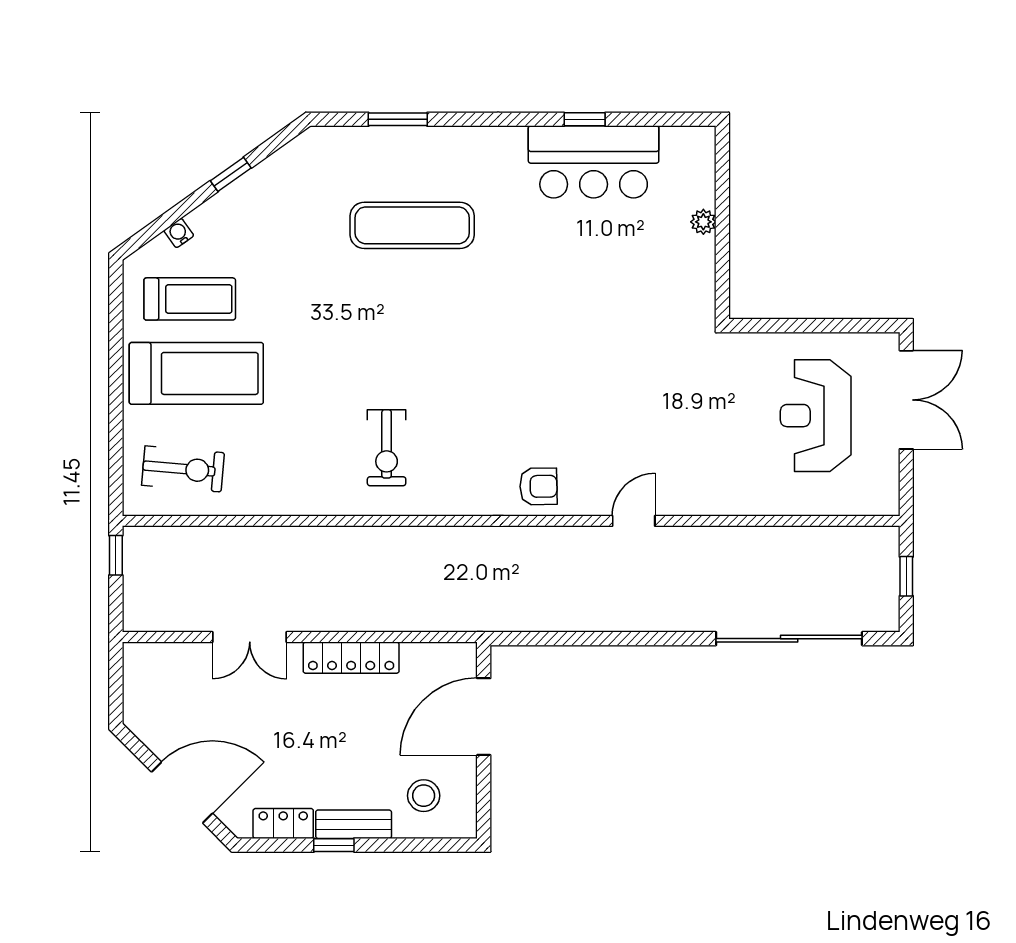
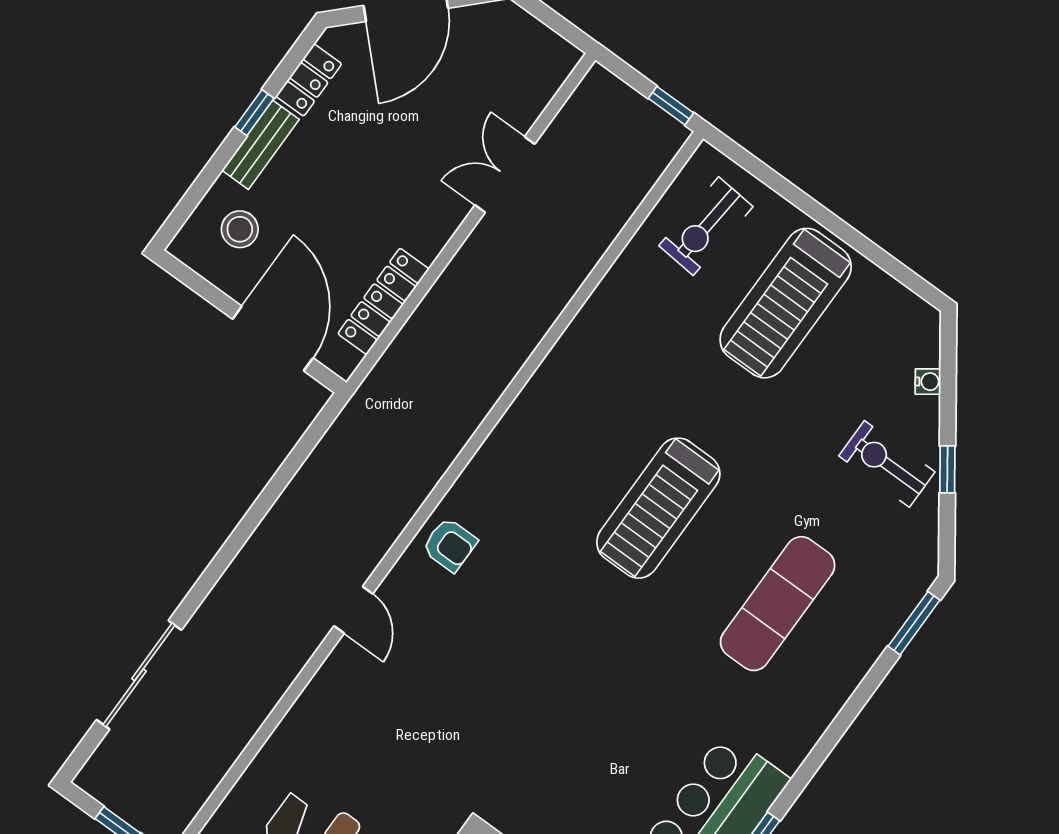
window: (398, 119) -> (914, 623), moved
treadmill: (190, 299) -> (658, 508), moved, width x1.37, depth x1.38
exercise bike: (387, 448) -> (887, 464), moved
armchair: (538, 486) -> (450, 545), turned -89
sliding door: (789, 639) -> (139, 675), width x0.73
locker: (351, 658) -> (383, 301), moved

